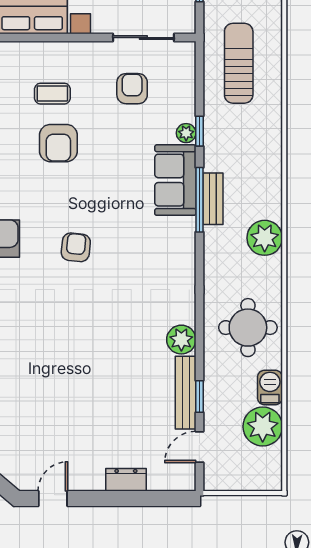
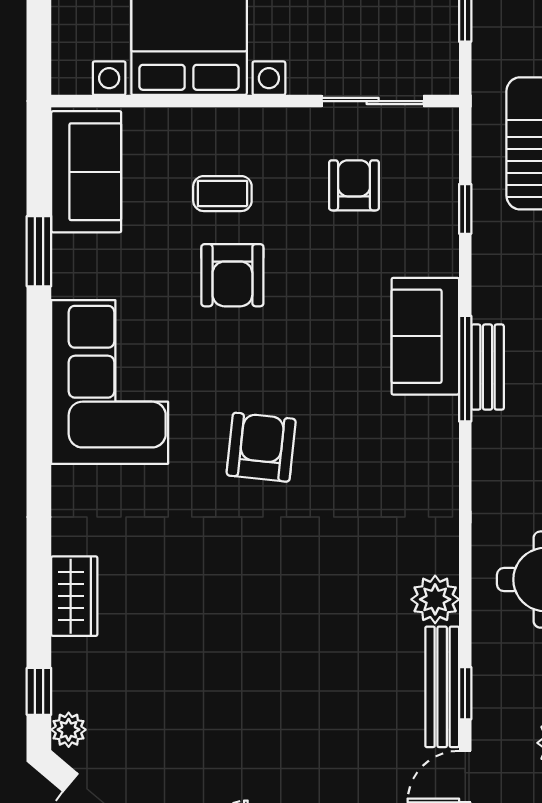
window: (199, 131) -> (465, 209), moved
plant: (186, 133) -> (443, 259), removed
armchair: (76, 247) -> (261, 447), width x1.38, depth x1.38

